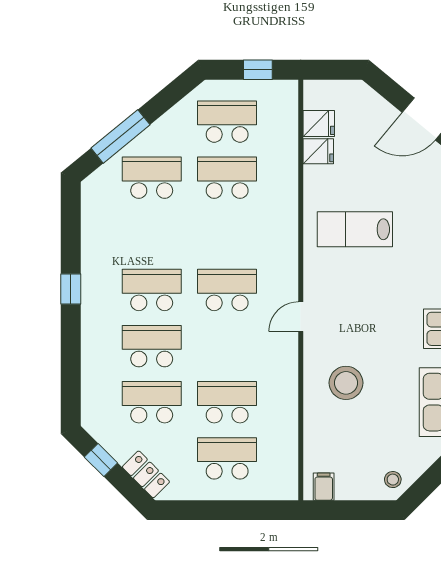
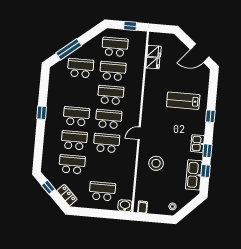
lab bench: (355, 229) -> (183, 101), moved
school desk: (227, 234) -> (111, 95), added
school desk: (227, 402) -> (106, 143), moved
washbasin: (283, 487) -> (125, 206), added

